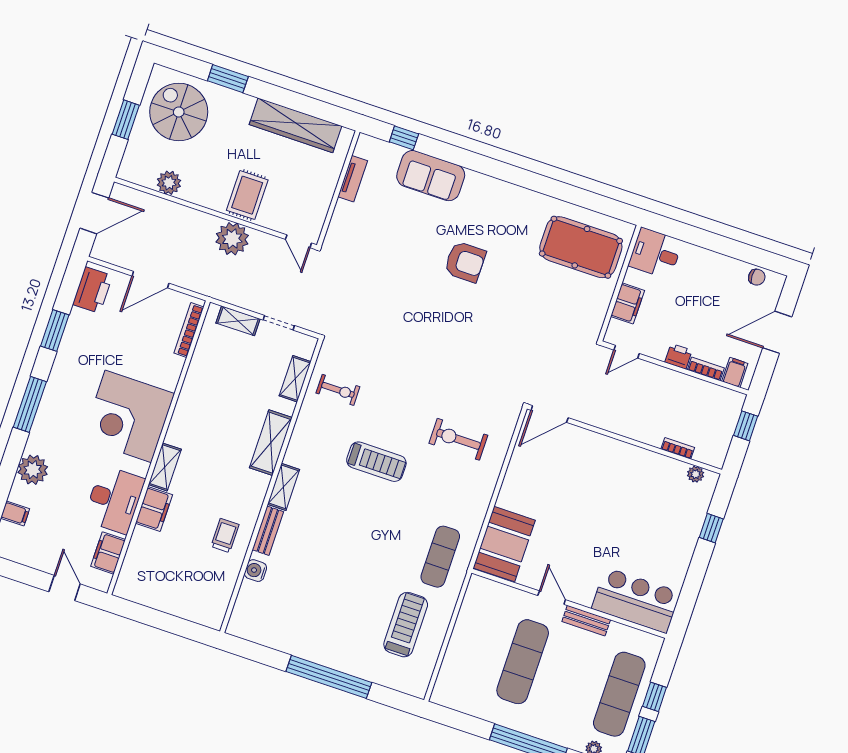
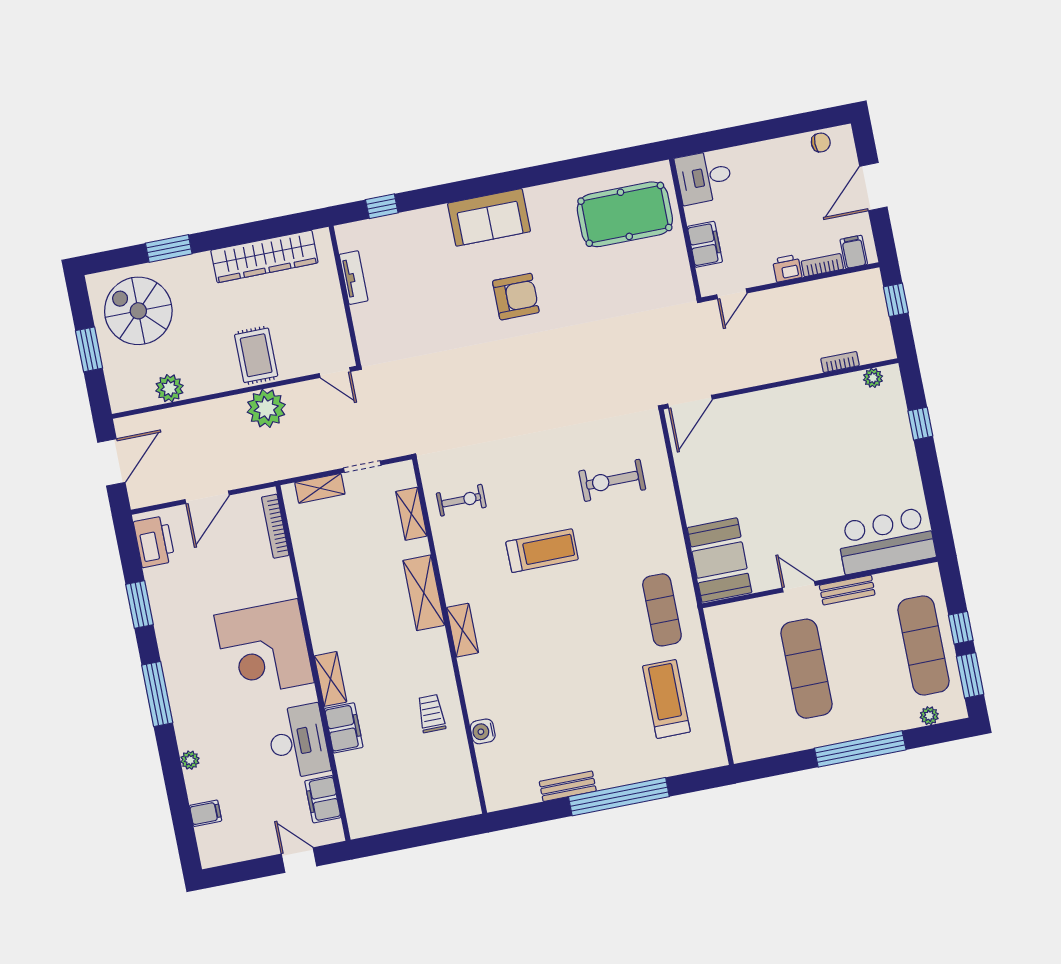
sofa: (431, 176) -> (489, 217), moved
plant: (33, 470) -> (190, 760), width x0.53, depth x0.53
bench: (268, 531) -> (568, 786), moved, turned 90

